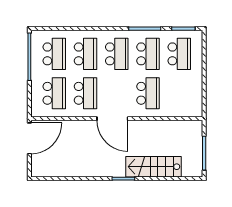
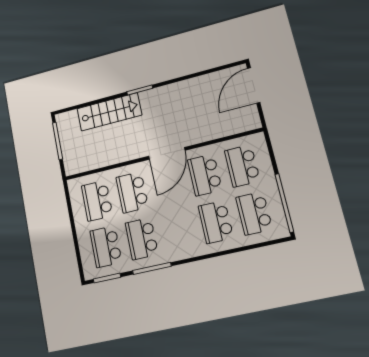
school desk: (117, 54) -> (97, 201), moved
door: (112, 119) -> (167, 153), swing flipped
door: (29, 138) -> (254, 85), moved

